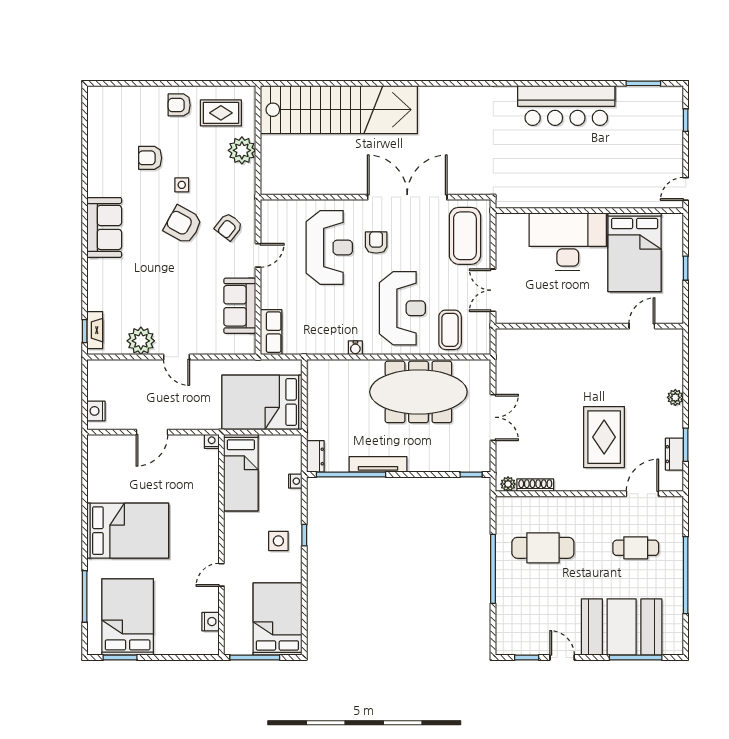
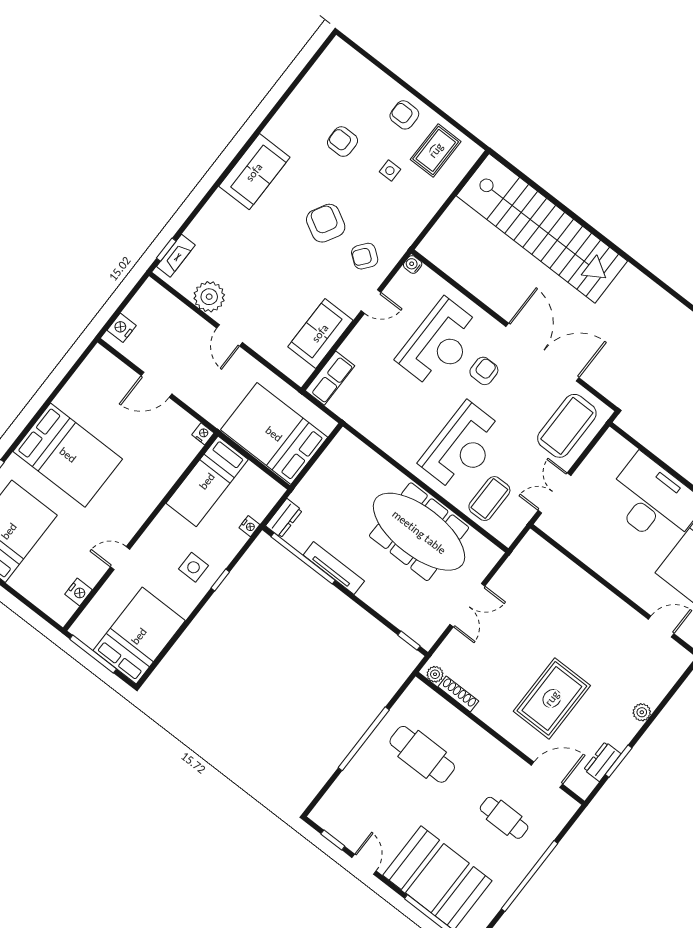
rug: (221, 113) -> (436, 150), turned 90
plant: (242, 150) -> (429, 198), removed
side table: (182, 185) -> (390, 171), moved
water cooler: (355, 348) -> (413, 265), moved, turned 90

